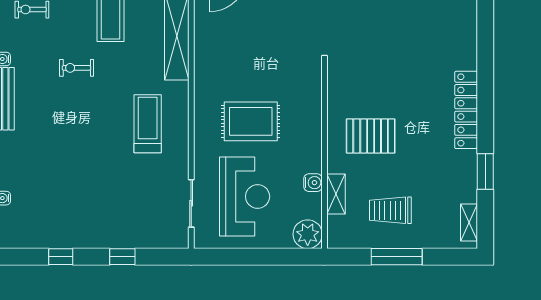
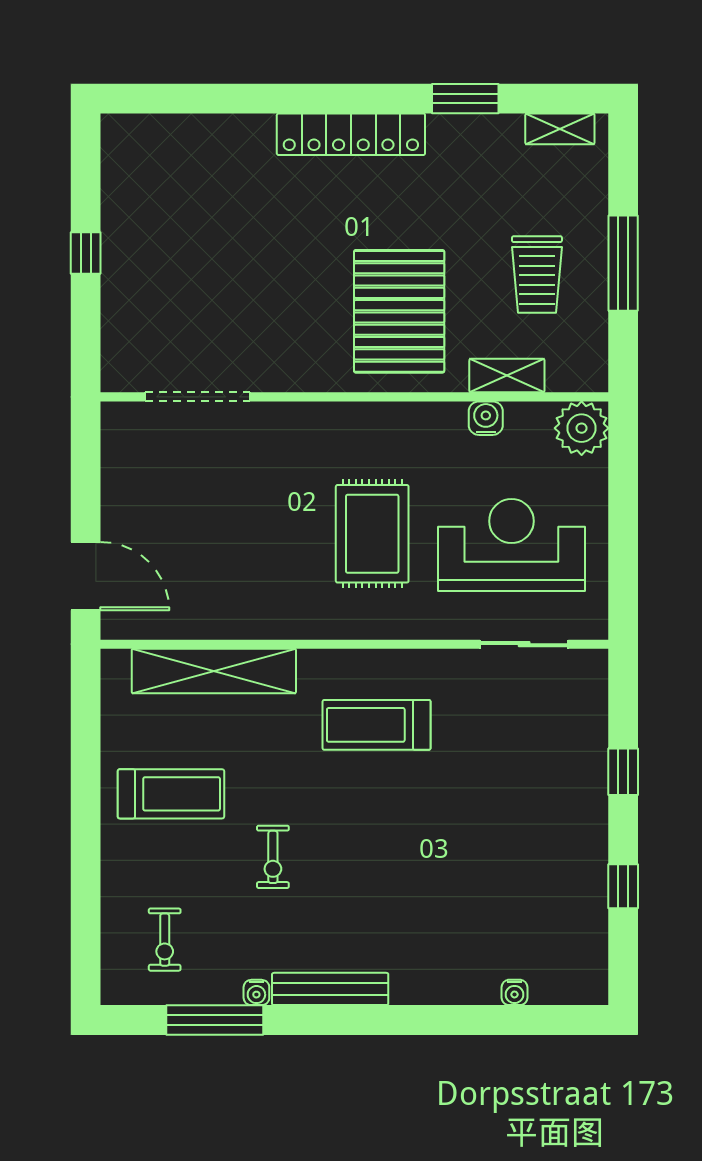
pallet: (371, 136) -> (399, 311), width x1.37, depth x1.41

